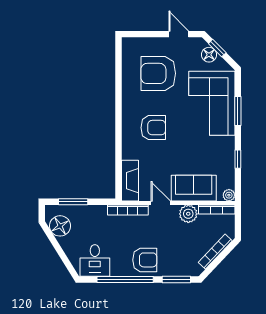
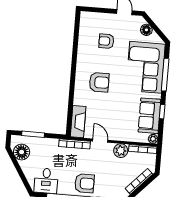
window: (217, 48) -> (153, 25), removed
armchair: (158, 73) -> (106, 41), width x0.53, depth x0.53
window: (238, 111) -> (165, 75), width x1.44
sofa: (194, 188) -> (149, 116), moved, turned -90

